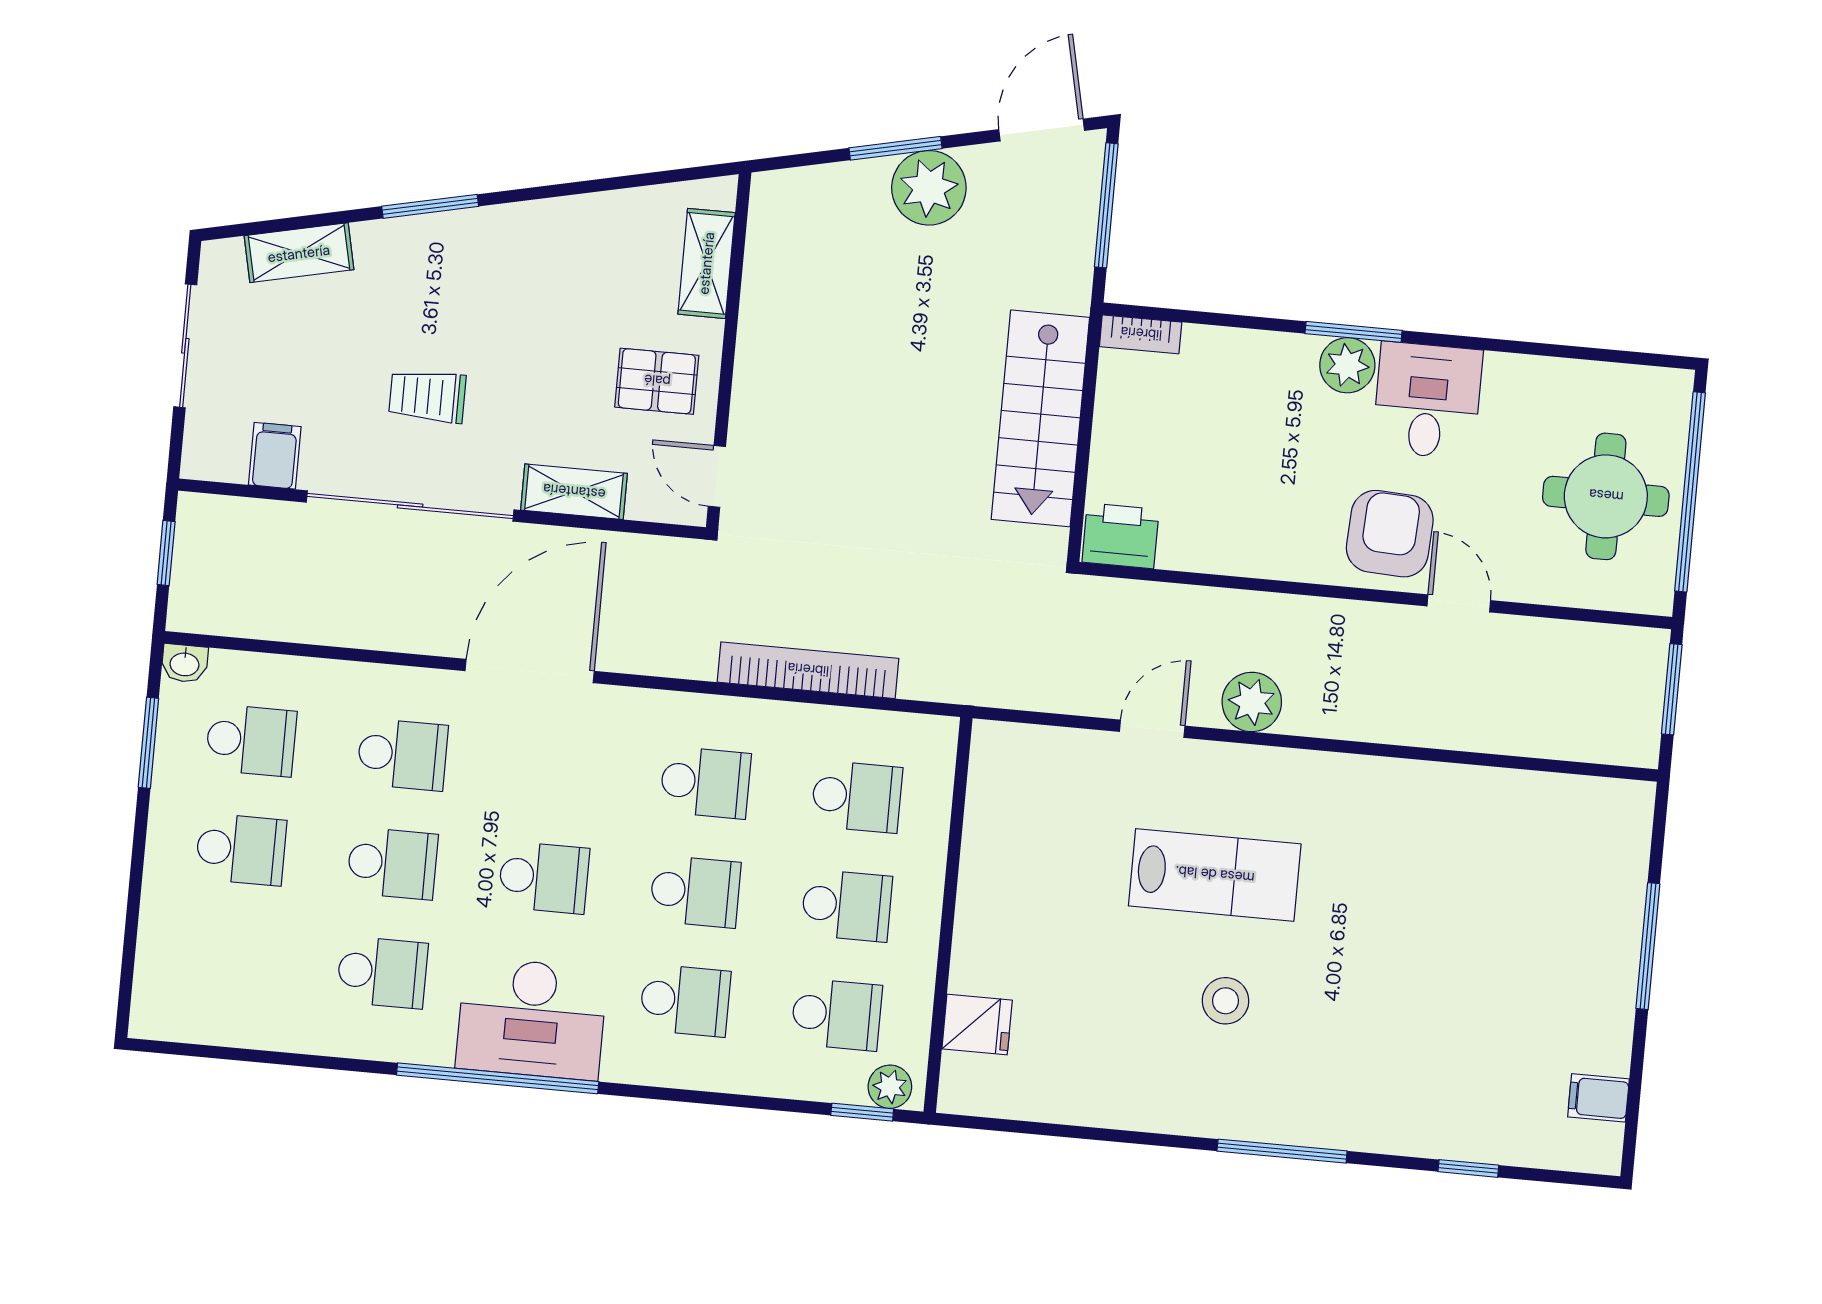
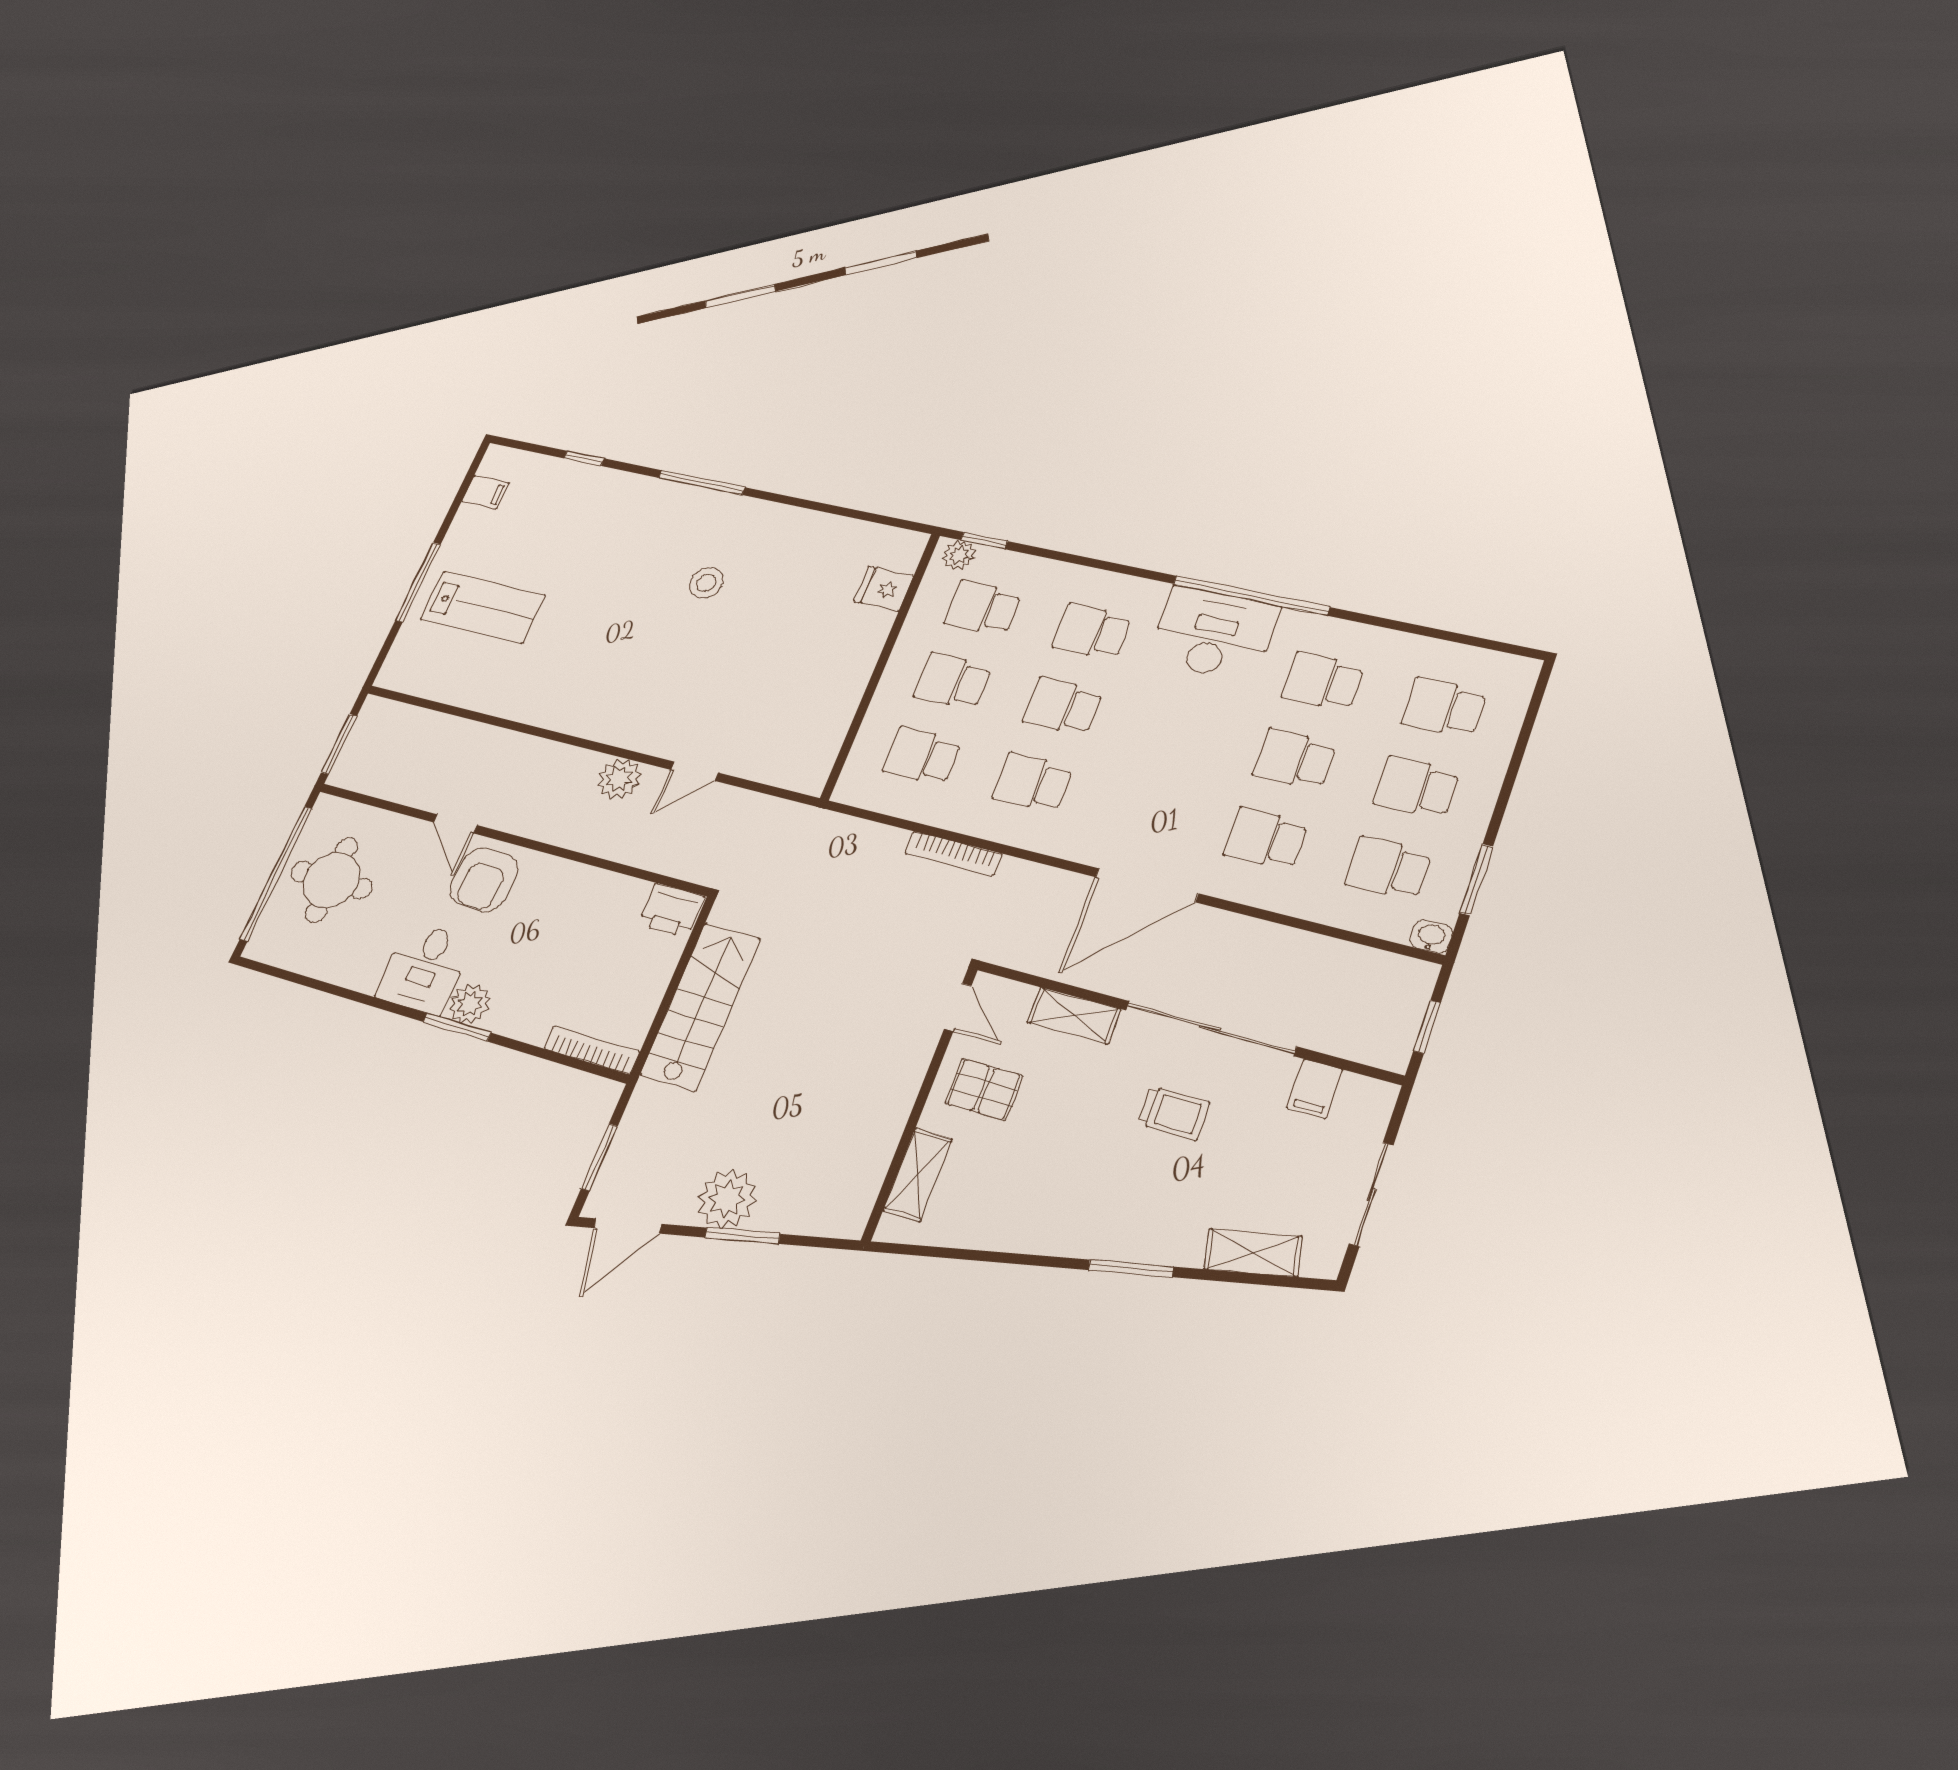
window: (1106, 205) -> (599, 1157), width x0.69
bookcase: (1141, 334) -> (592, 1050), width x1.56
bookcase: (808, 670) -> (953, 853), width x0.68, depth x0.76
lab bench: (1215, 875) -> (483, 607), moved, turned 180
school desk: (544, 877) -> (1444, 708), moved

